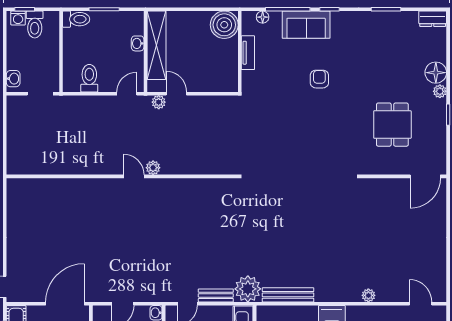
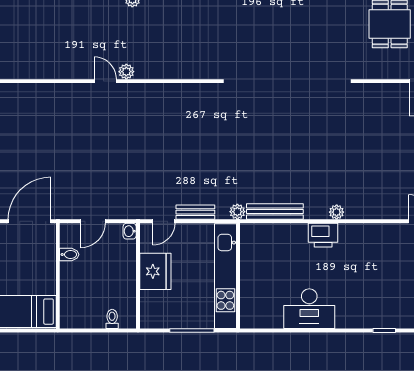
plant: (248, 289) -> (237, 212), width x0.53, depth x0.53
plant: (368, 295) -> (337, 212), moved

